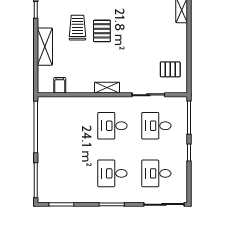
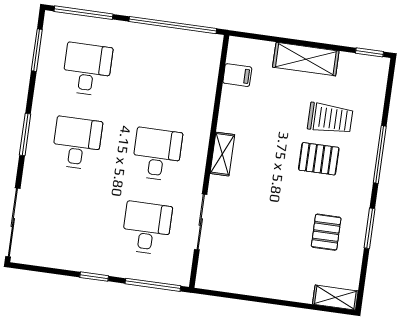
pallet: (170, 69) -> (326, 232), moved
desk: (156, 173) -> (87, 69), moved

